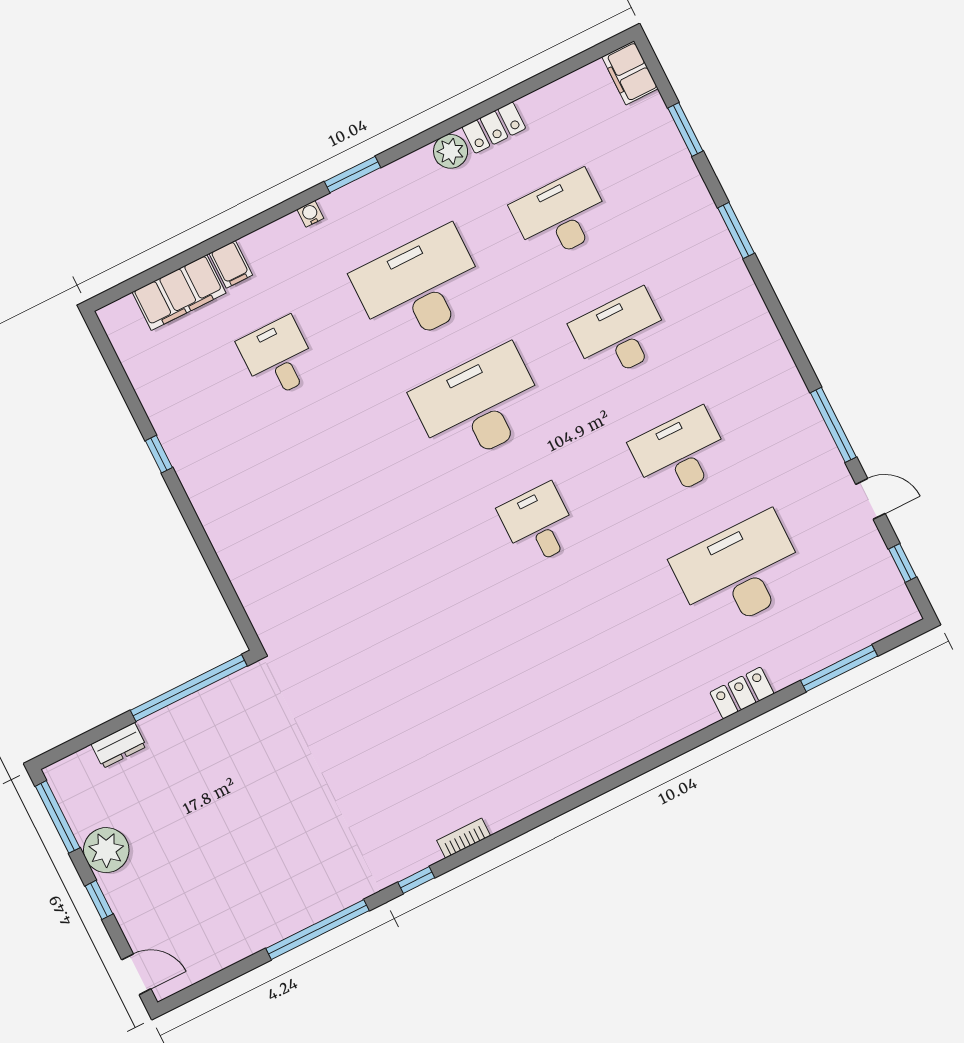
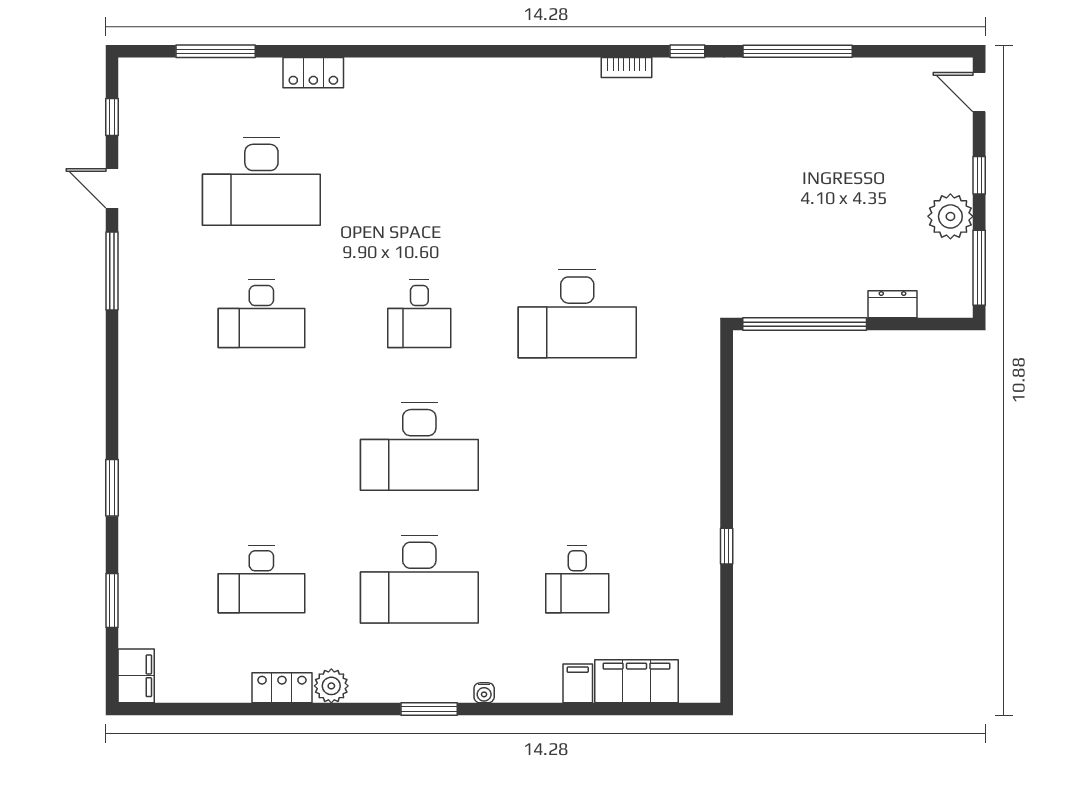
desk: (621, 335) -> (577, 314), moved, width x1.36, depth x1.30

